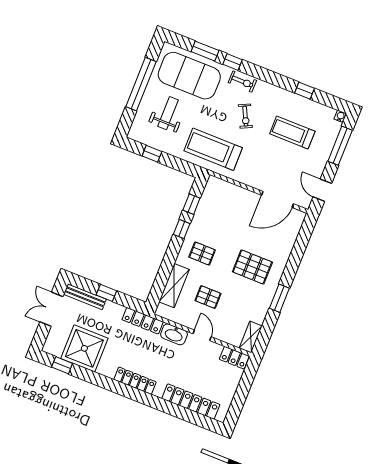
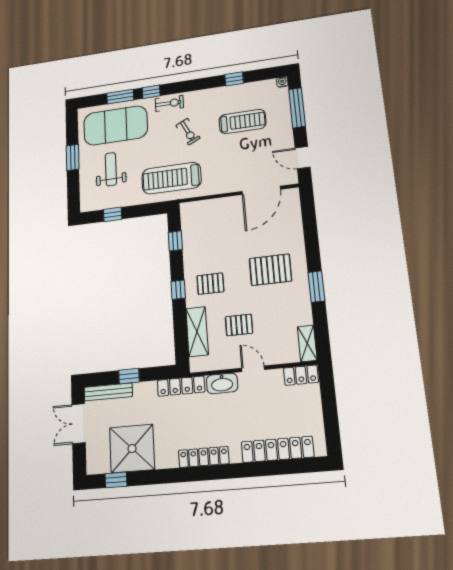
window: (141, 84) -> (73, 157), width x0.47
treadmill: (292, 133) -> (242, 122), turned 180
window: (182, 229) -> (178, 290), moved

